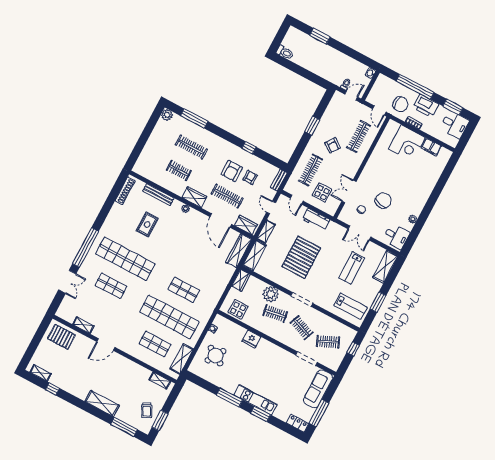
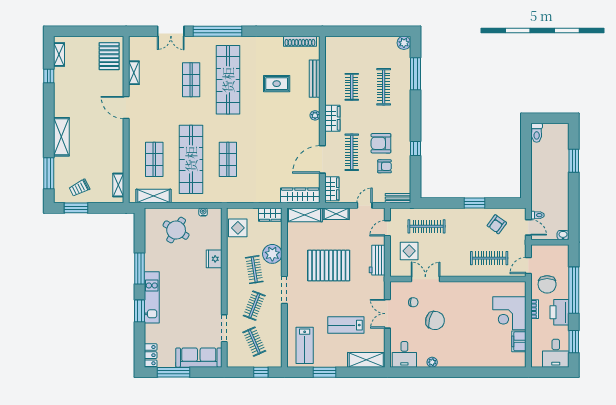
armchair: (333, 145) -> (497, 224), moved

